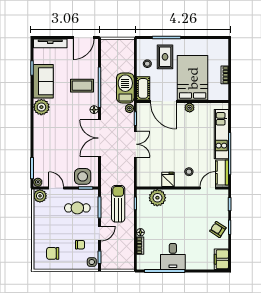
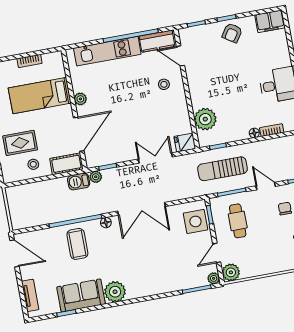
tv unit: (50, 43) -> (30, 295), width x0.71
bed: (193, 78) -> (40, 96), width x0.67
barbecue: (125, 88) -> (79, 181), width x0.53, depth x0.65
double door: (135, 144) -> (155, 158), moved
fridge: (168, 179) -> (185, 143), moved

